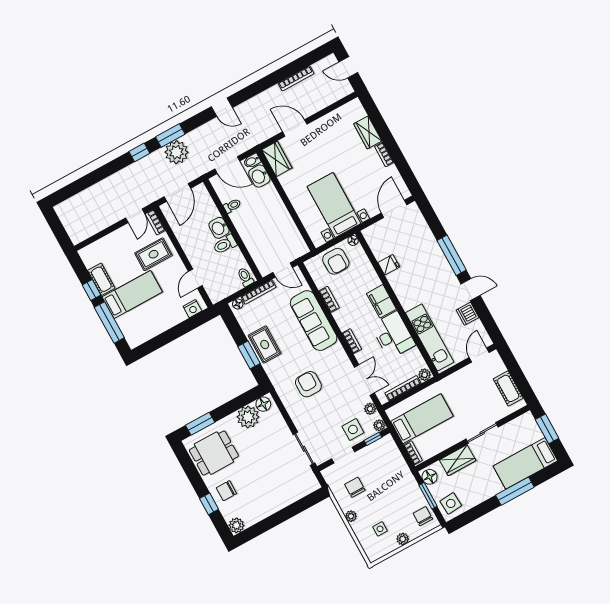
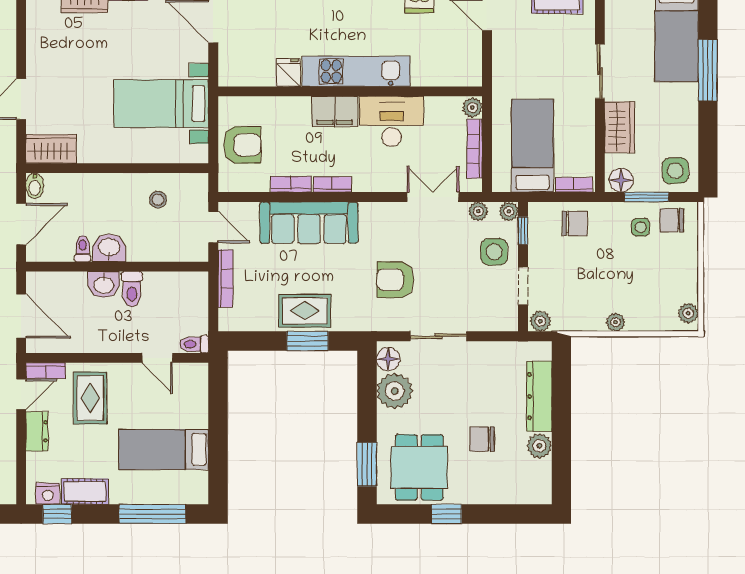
washbasin: (259, 176) -> (109, 248), moved, turned 180
door: (135, 216) -> (21, 394), hinge flipped
stool: (281, 232) -> (158, 200), added
dresser: (120, 235) -> (37, 431), added
floor lamp: (353, 240) -> (226, 104), removed
door: (283, 270) -> (213, 227), hinge flipped
toilet: (245, 277) -> (194, 344), moved
window: (91, 290) -> (57, 514), moved
bed: (132, 294) -> (164, 449), moved, turned -90
floor lamp: (238, 304) -> (226, 317), removed
nightstand: (192, 309) -> (48, 494), moved, turned 90
kitchen unit: (430, 337) -> (356, 71), moved
bookcase: (352, 341) -> (332, 184), moved
sliding door: (304, 449) -> (439, 336), moved
plant: (329, 475) -> (540, 321), added
chair: (355, 487) -> (575, 223), moved, turned 180
chair: (226, 491) -> (482, 439), moved, turned 90
dresser: (288, 497) -> (539, 396), added
window: (209, 504) -> (447, 514), moved
plant: (236, 525) -> (539, 446), moved
side table: (380, 529) -> (641, 227), moved
plant: (403, 539) -> (688, 313), moved

